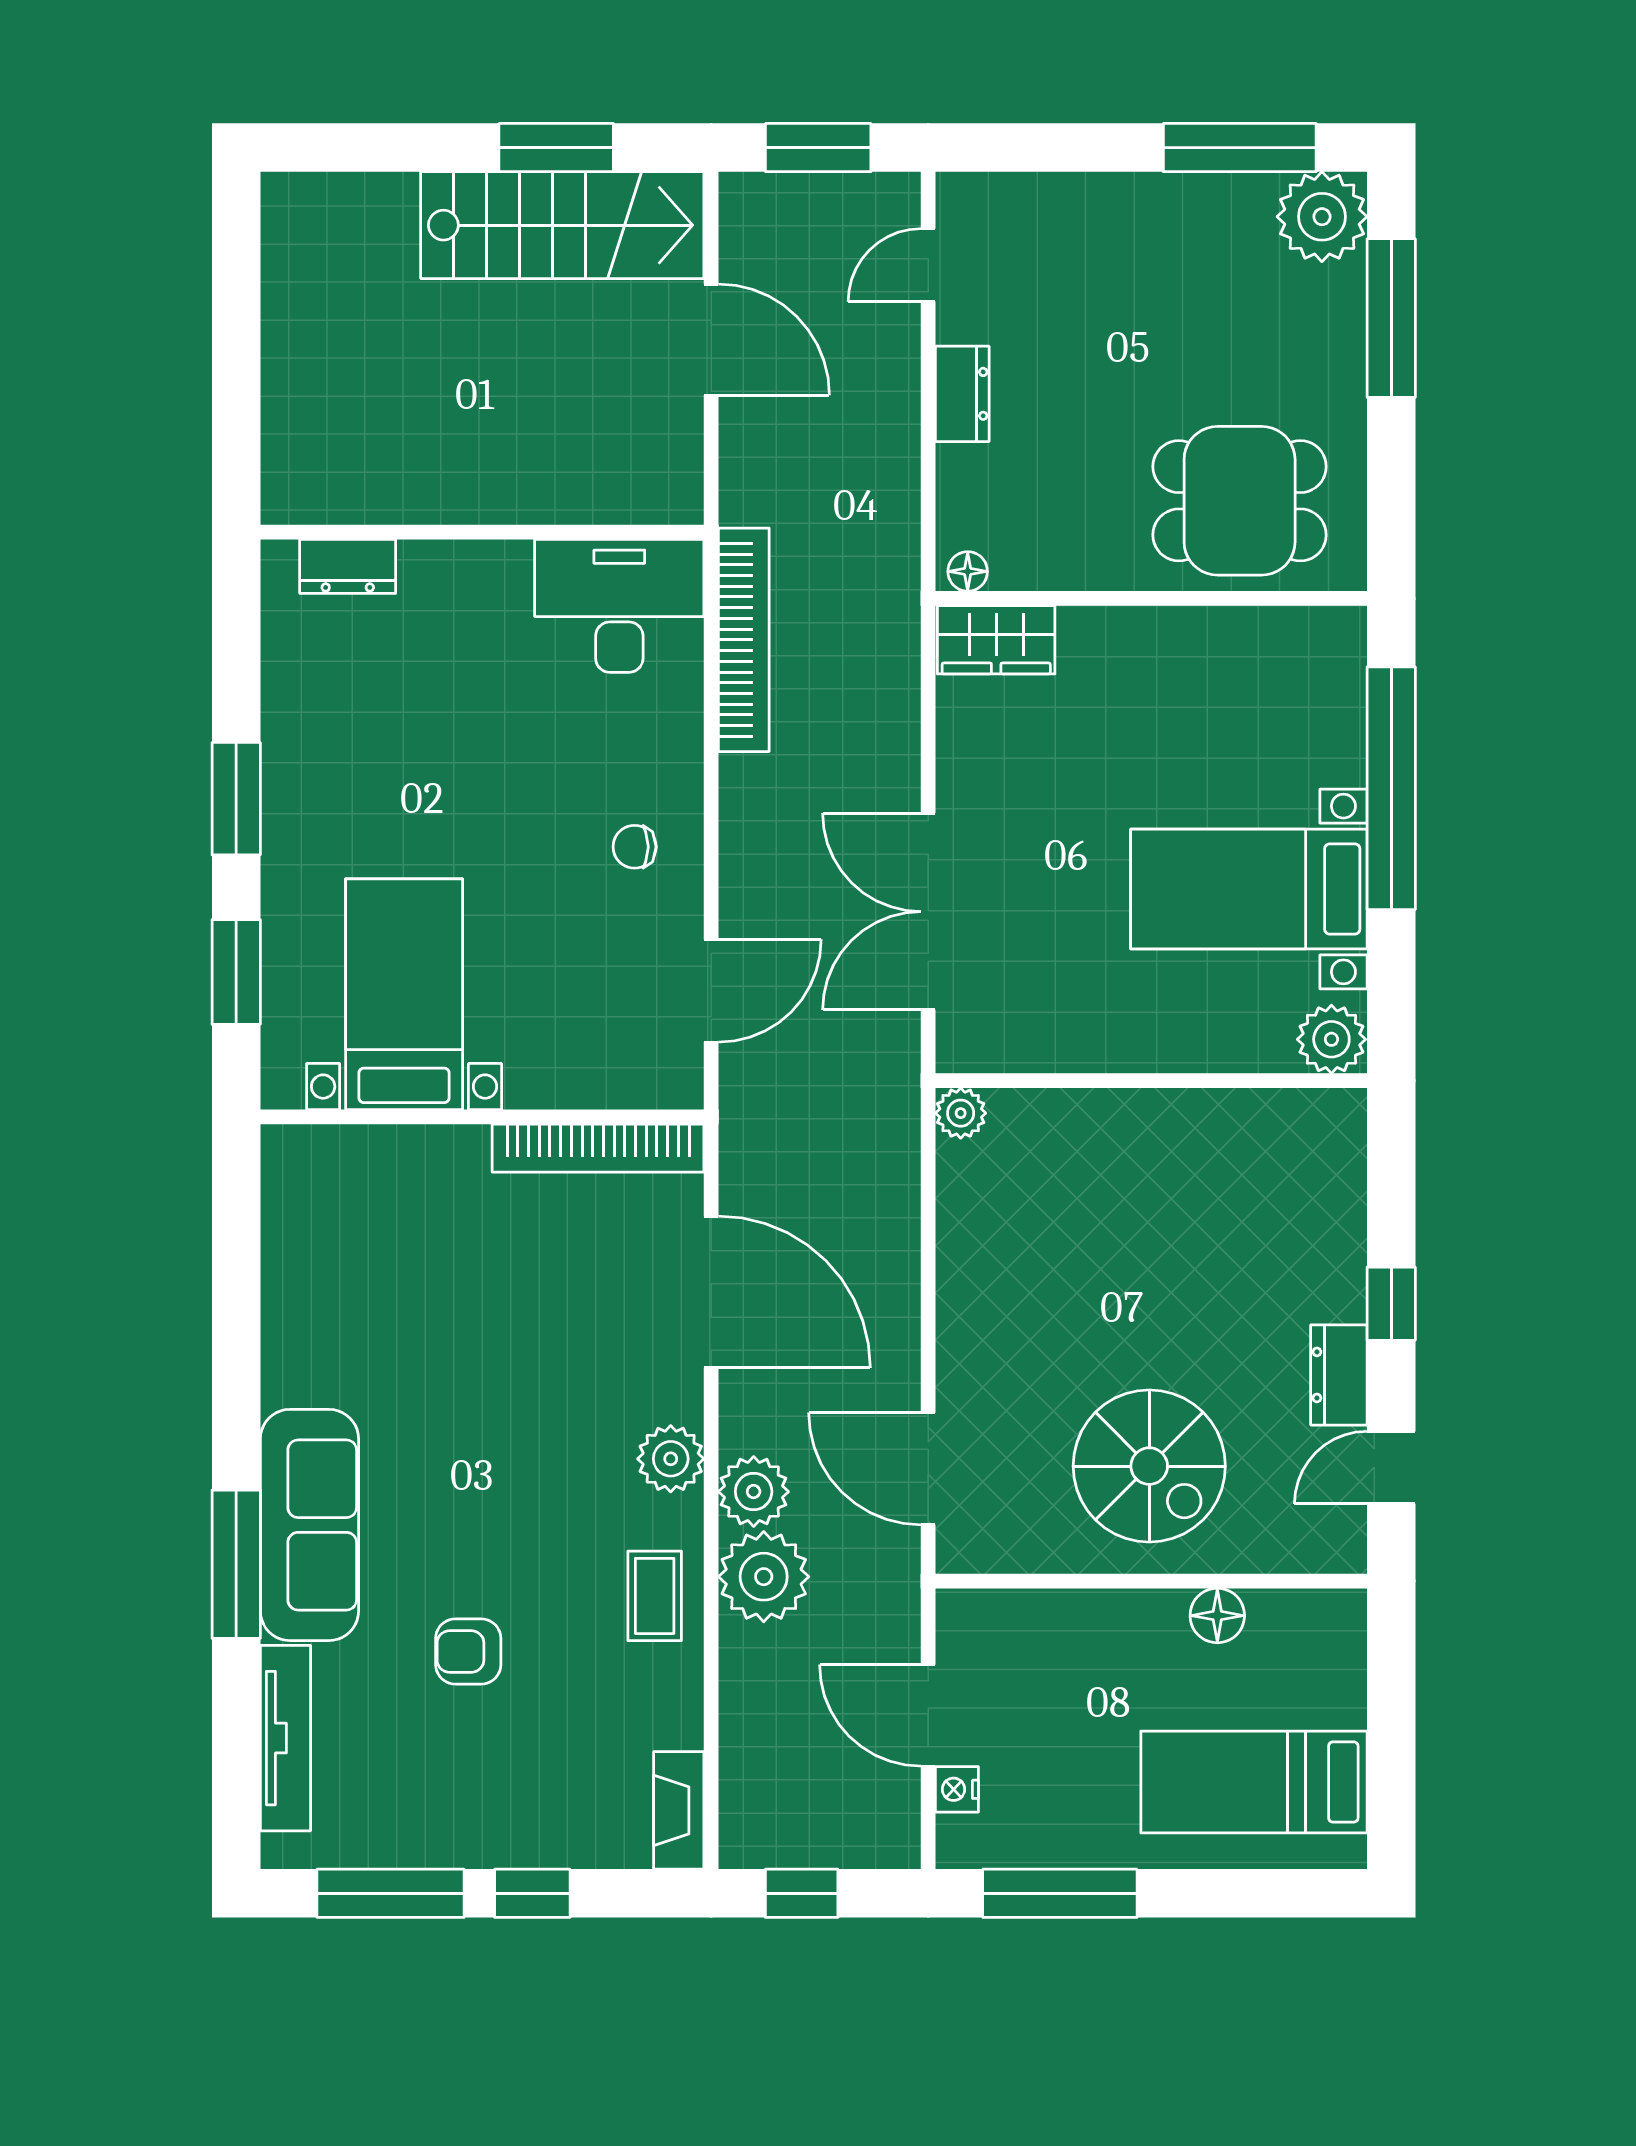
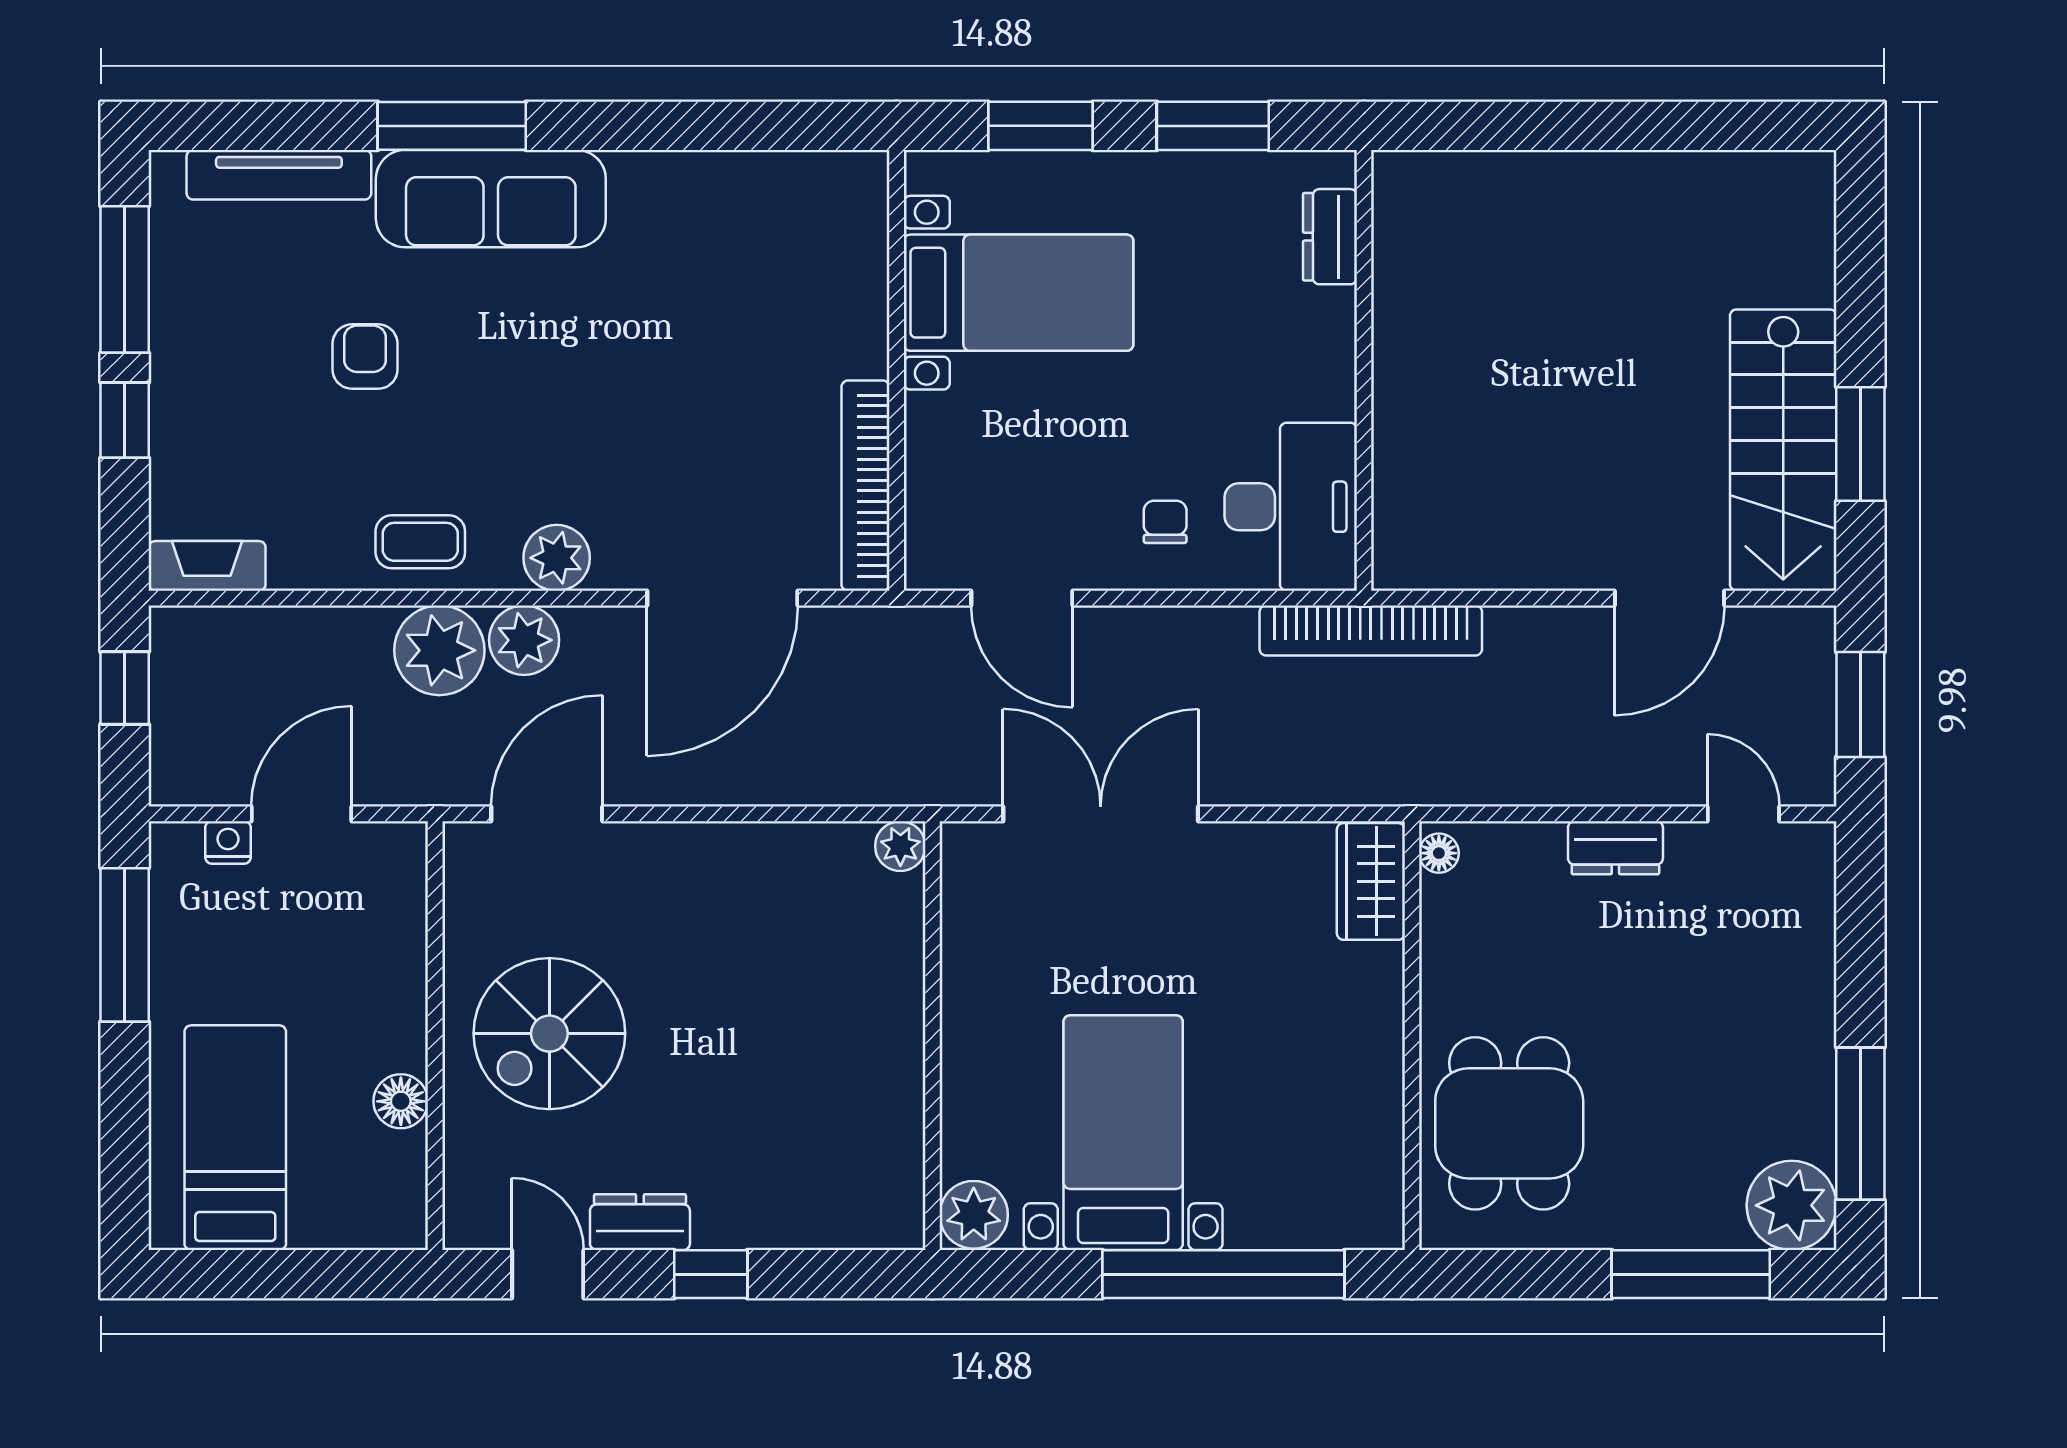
wall: (482, 532) -> (1364, 370), moved
dresser: (348, 566) -> (1330, 237), moved
desk: (619, 606) -> (1291, 507), moved

